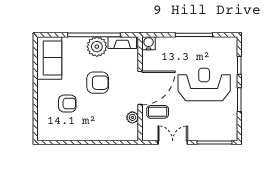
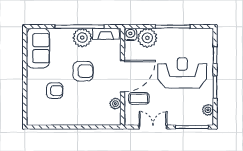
plant: (167, 47) -> (147, 38), added
plant: (232, 124) -> (208, 110), added

